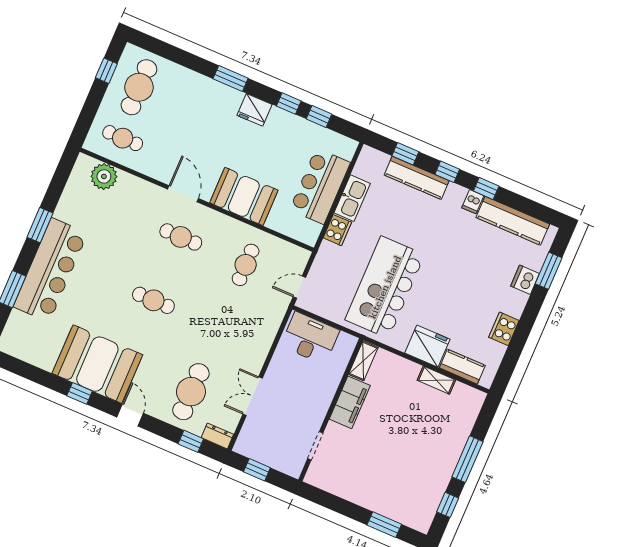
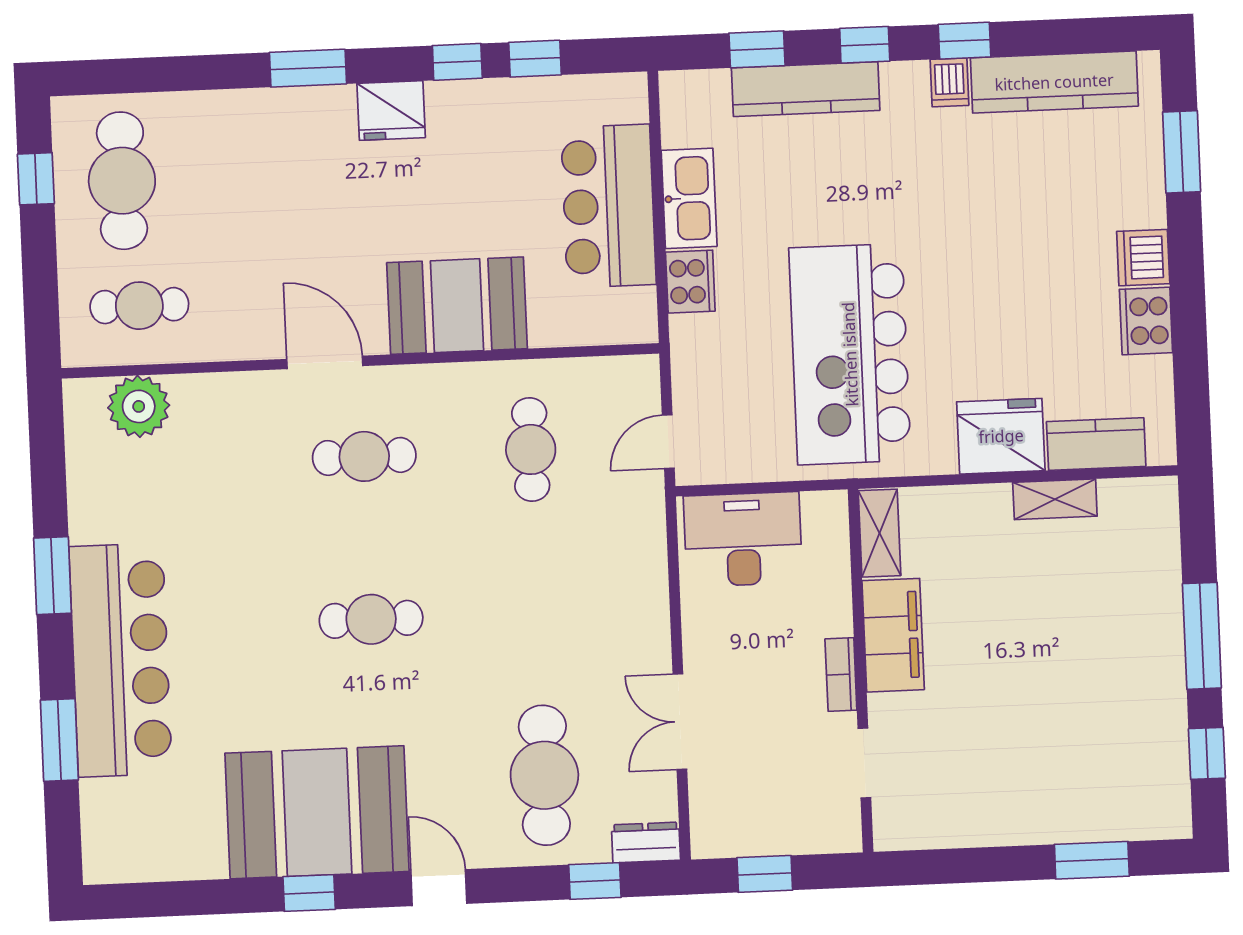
dishwasher: (525, 280) -> (1143, 258), moved
bookcase: (323, 408) -> (841, 674), added

